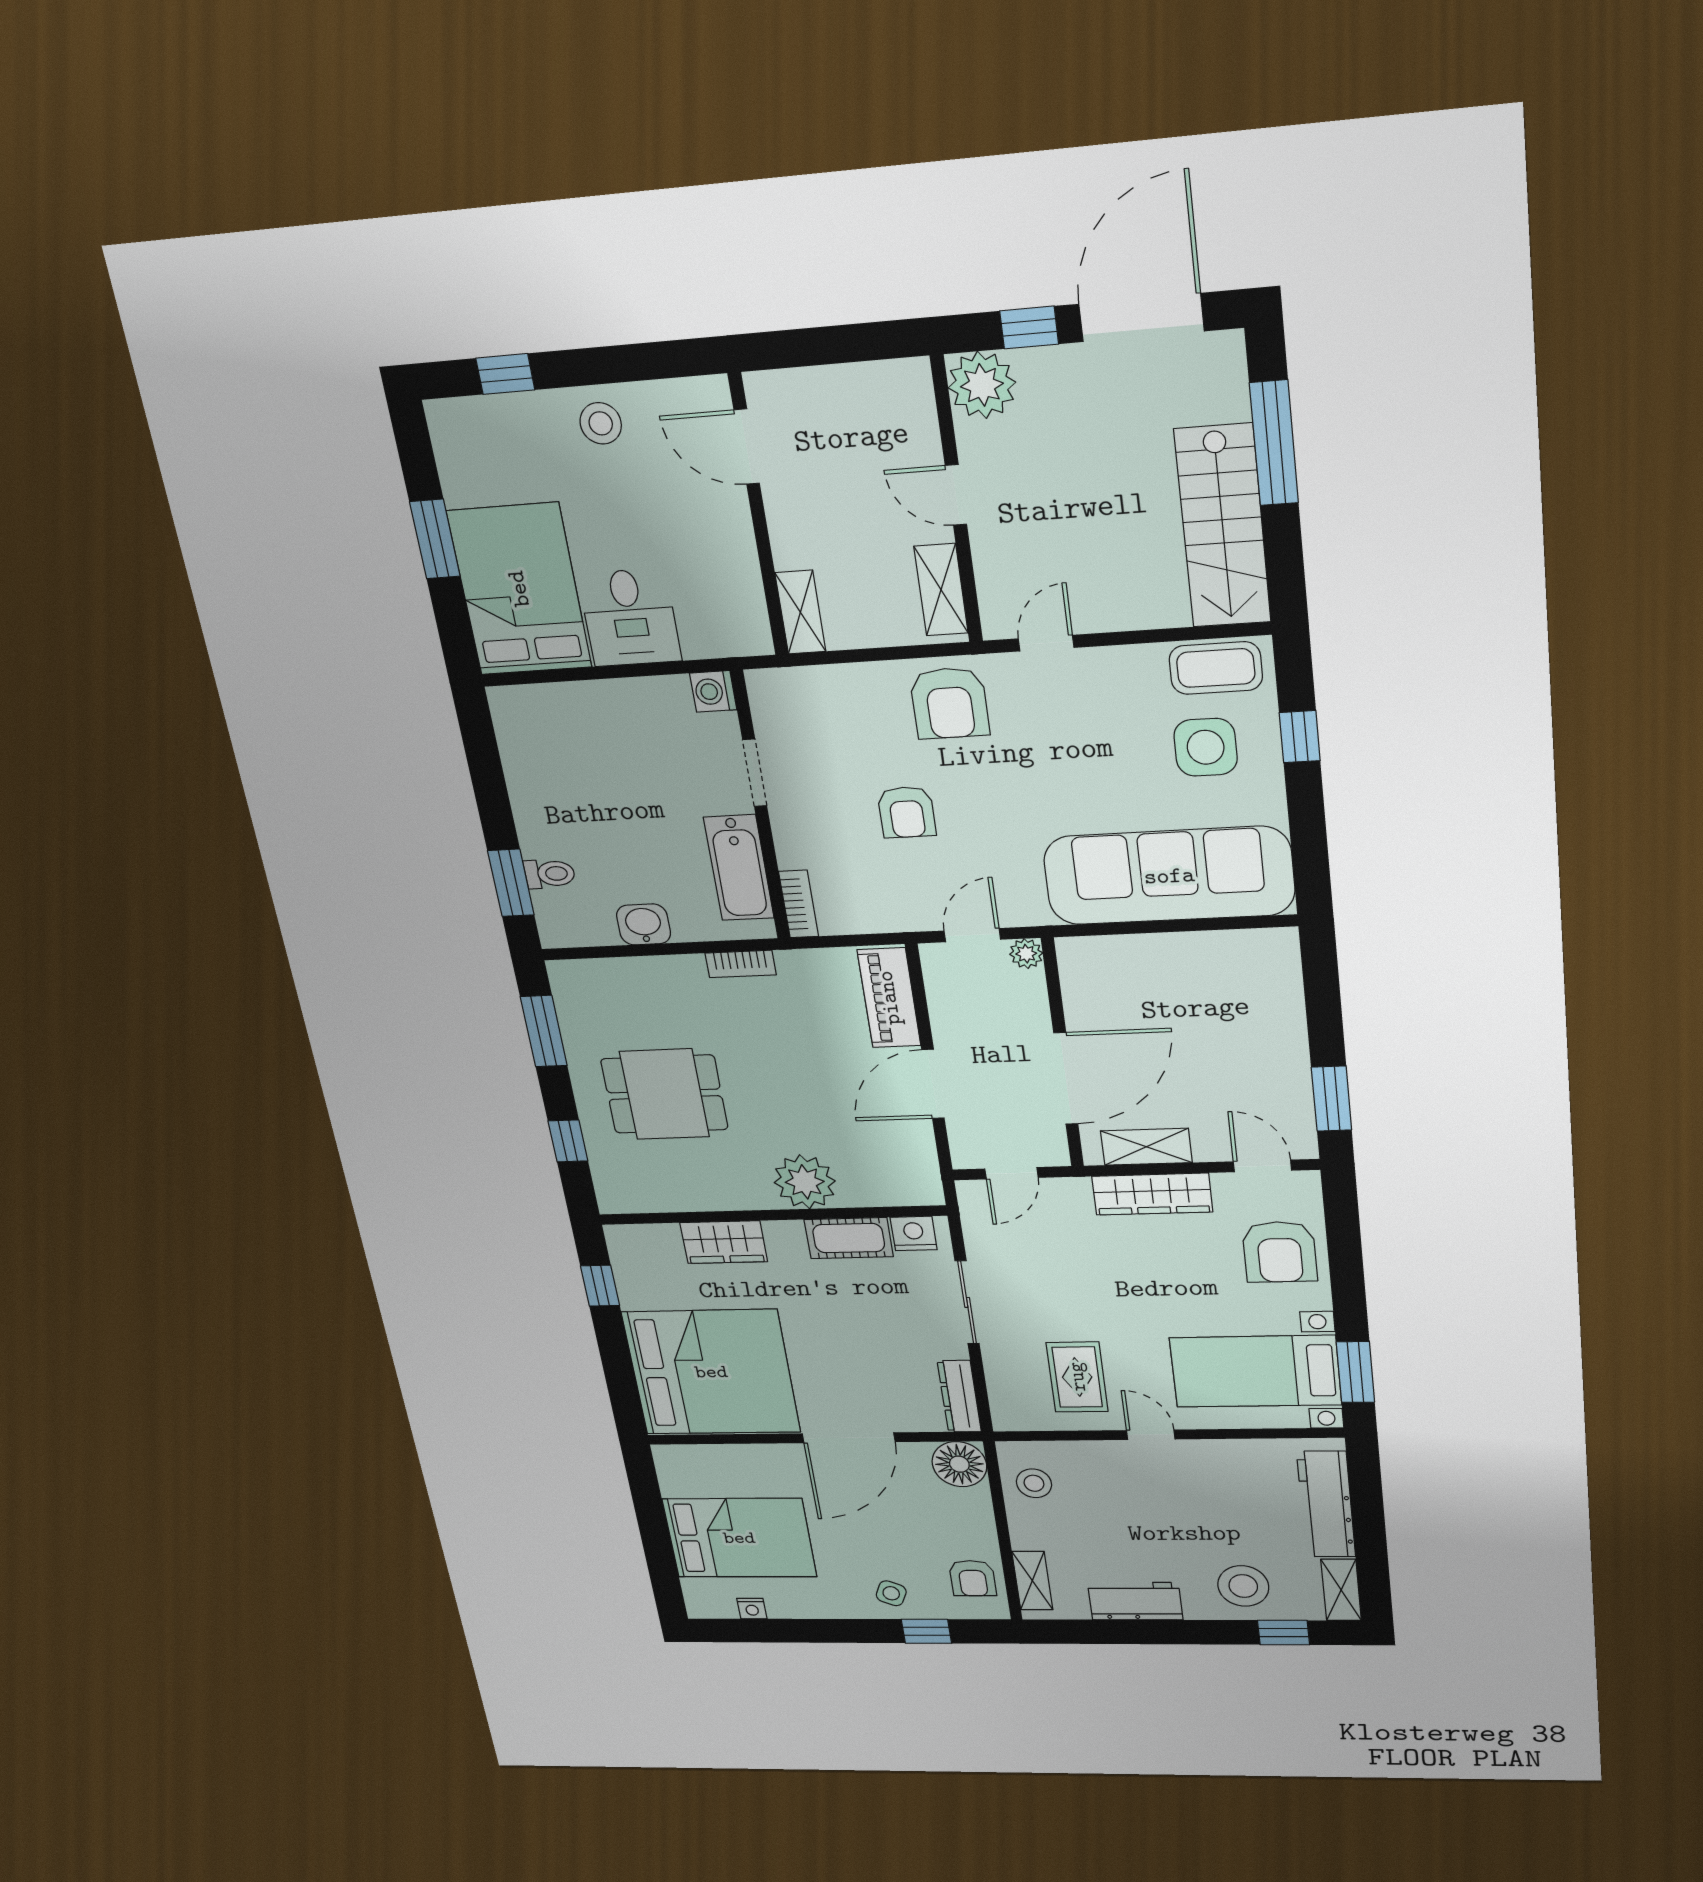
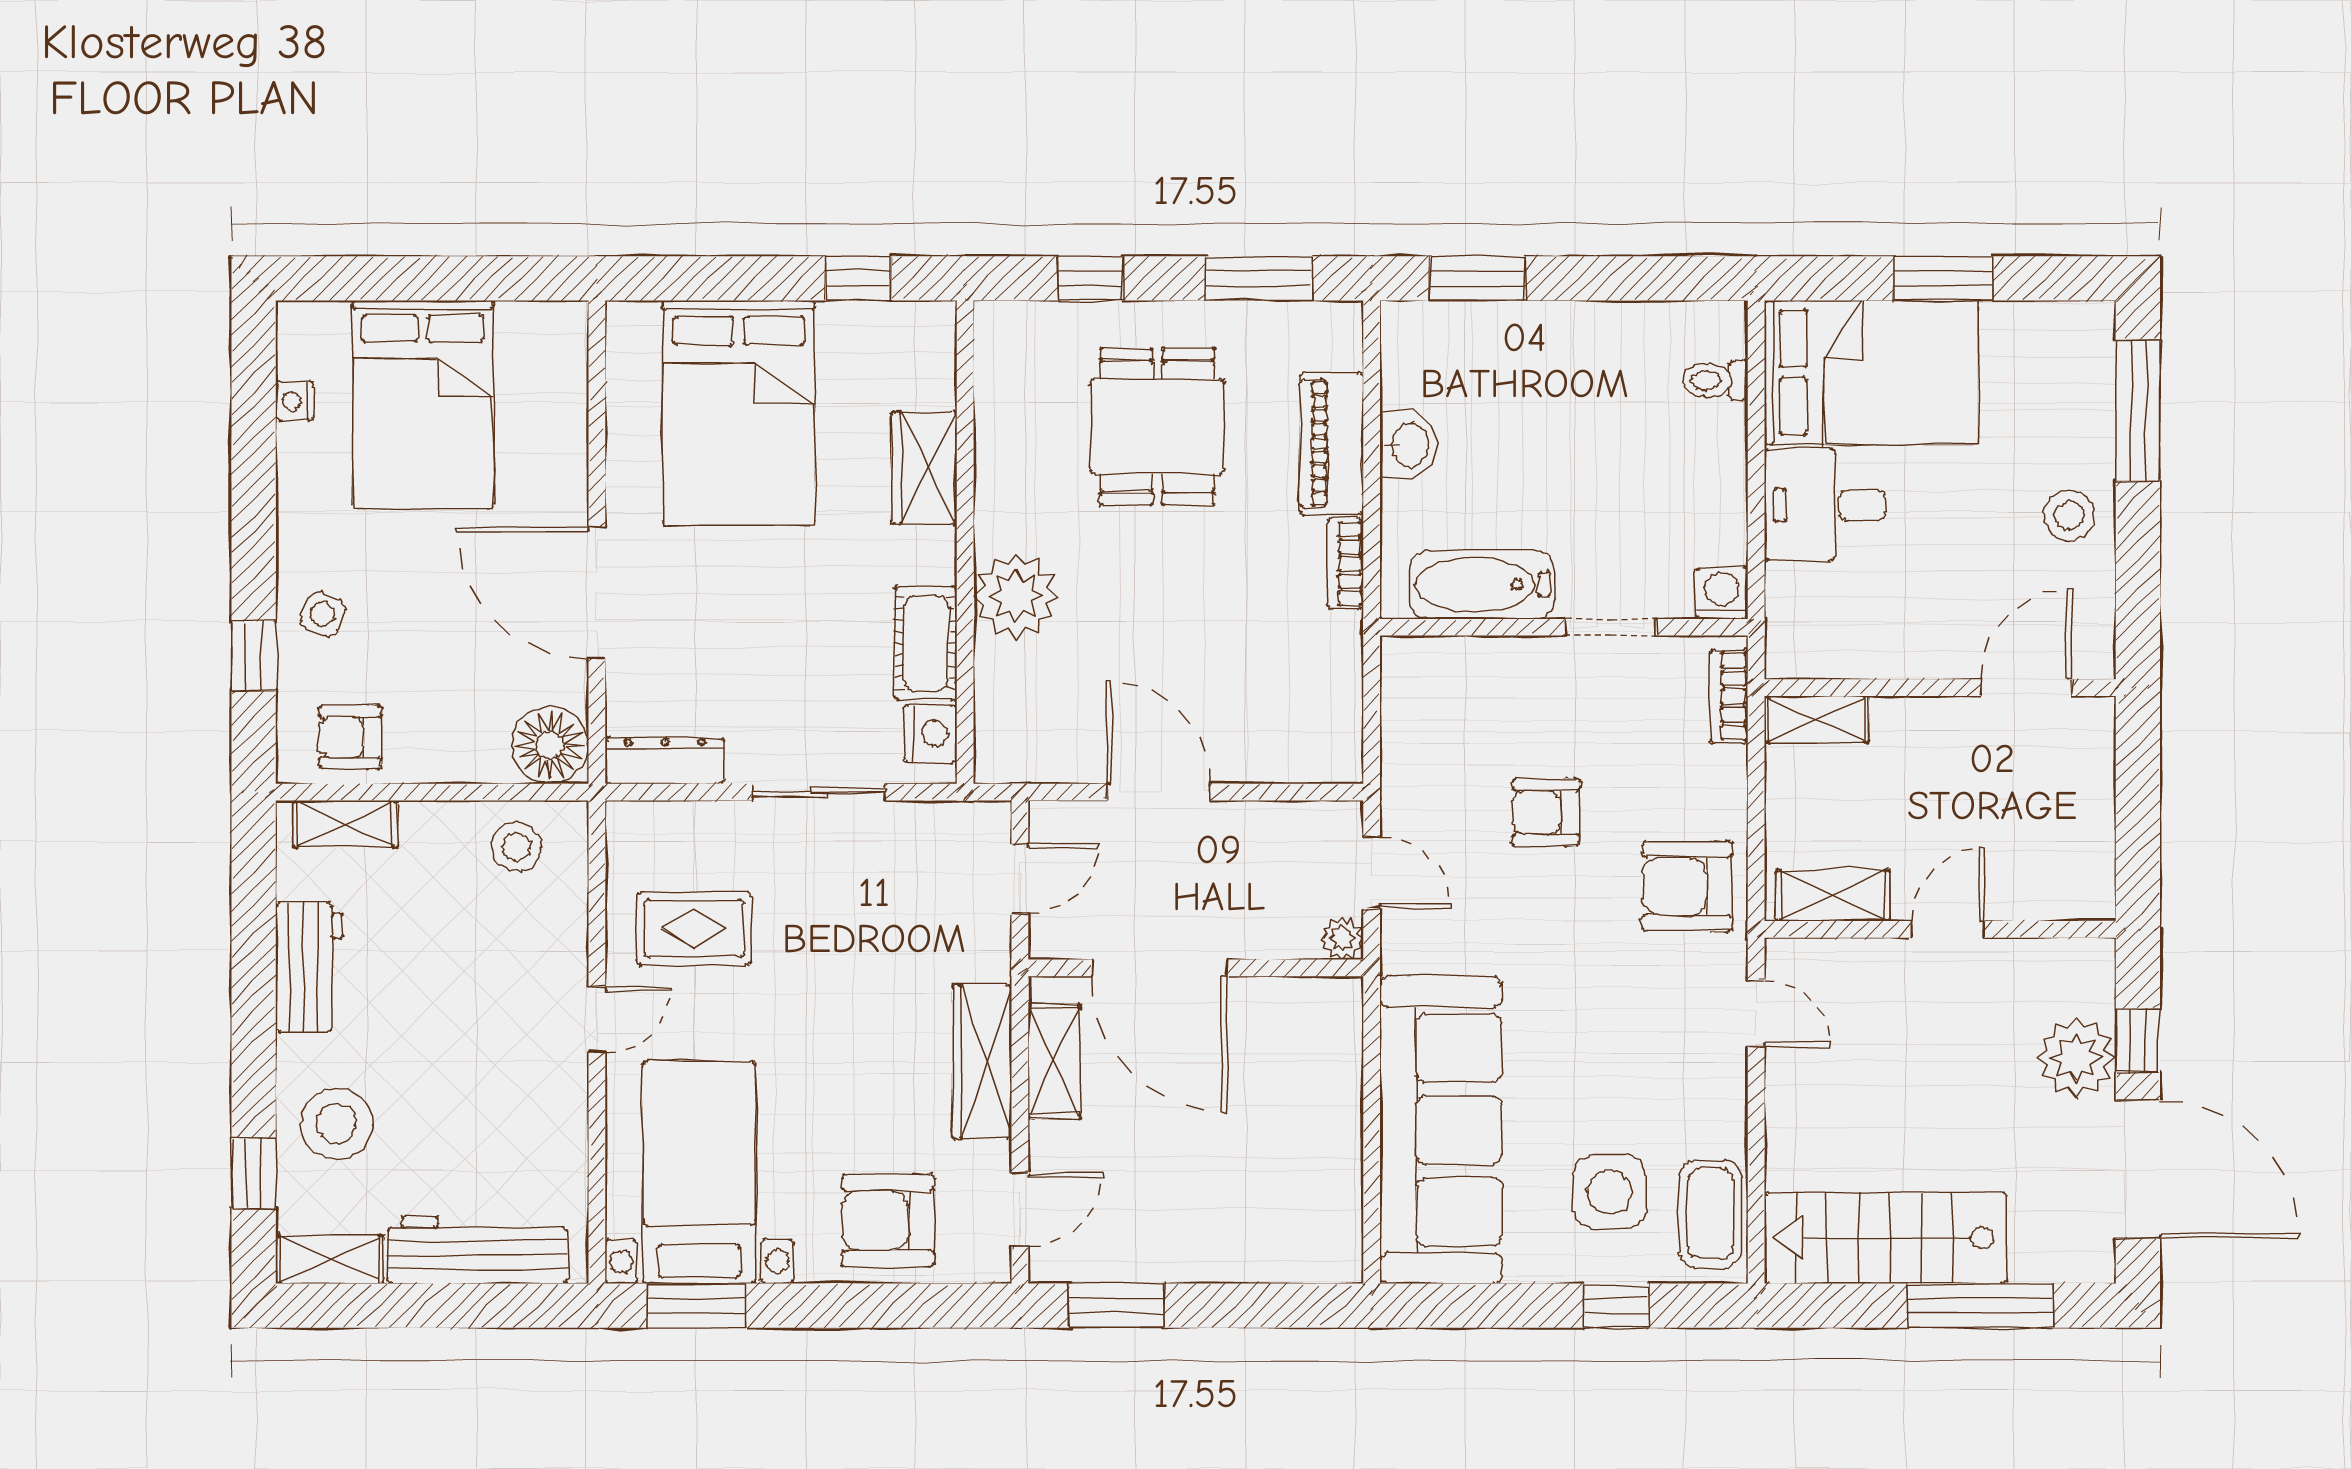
window: (505, 374) -> (2138, 410), width x2.17
plant: (982, 385) -> (2076, 1058), moved
toilet: (550, 874) -> (1715, 380), moved, turned 90
bookcase: (799, 904) -> (1729, 696), moved, turned 90
piano: (889, 998) -> (1331, 443), moved, turned -90
door: (1011, 1173) -> (1020, 879), swing flipped
bed: (711, 1372) -> (739, 413), width x0.73

